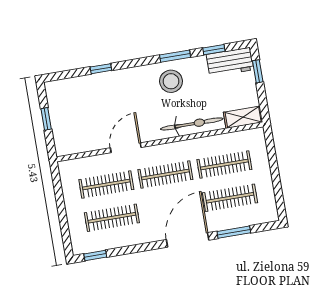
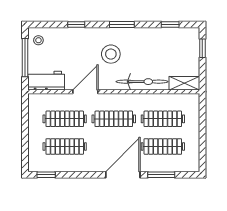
window: (175, 56) -> (122, 25), moved
workbench: (230, 62) -> (46, 81), moved, turned 180
stool: (171, 81) -> (111, 54), moved
stool: (59, 95) -> (38, 40), added
window: (46, 119) -> (25, 58), width x2.17

